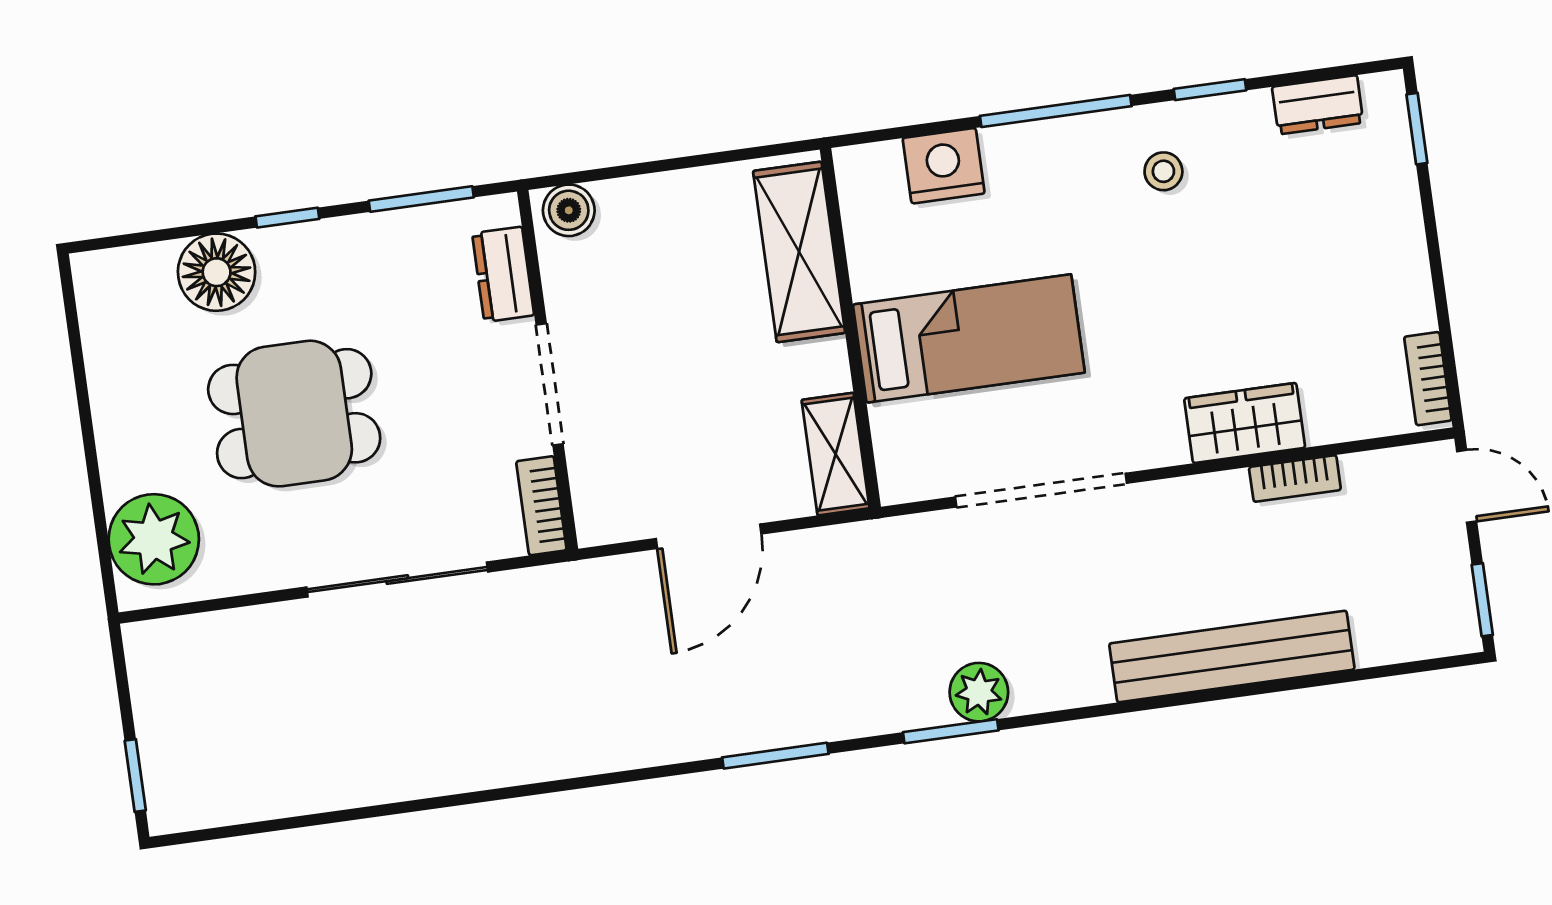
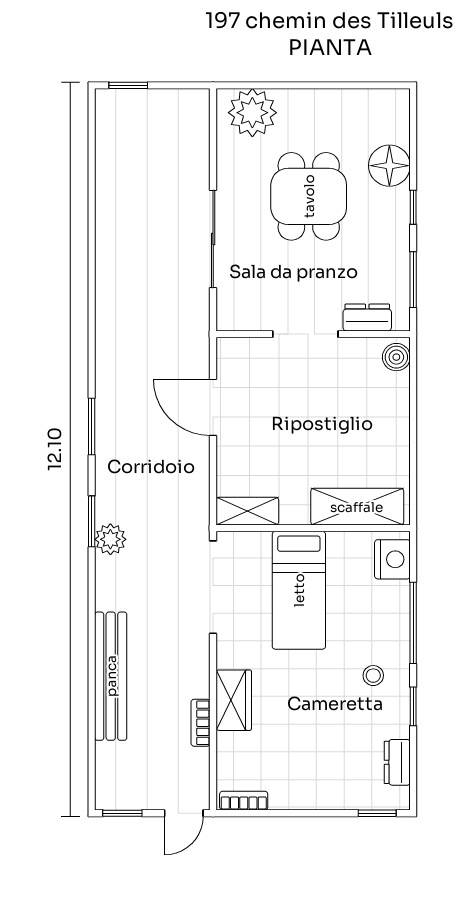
shelving: (799, 252) -> (357, 507), moved
wall: (850, 328) -> (313, 528), moved
bed: (969, 339) -> (299, 590), moved
shelving: (836, 454) -> (247, 511), moved
bookcase: (541, 506) -> (242, 321), removed

